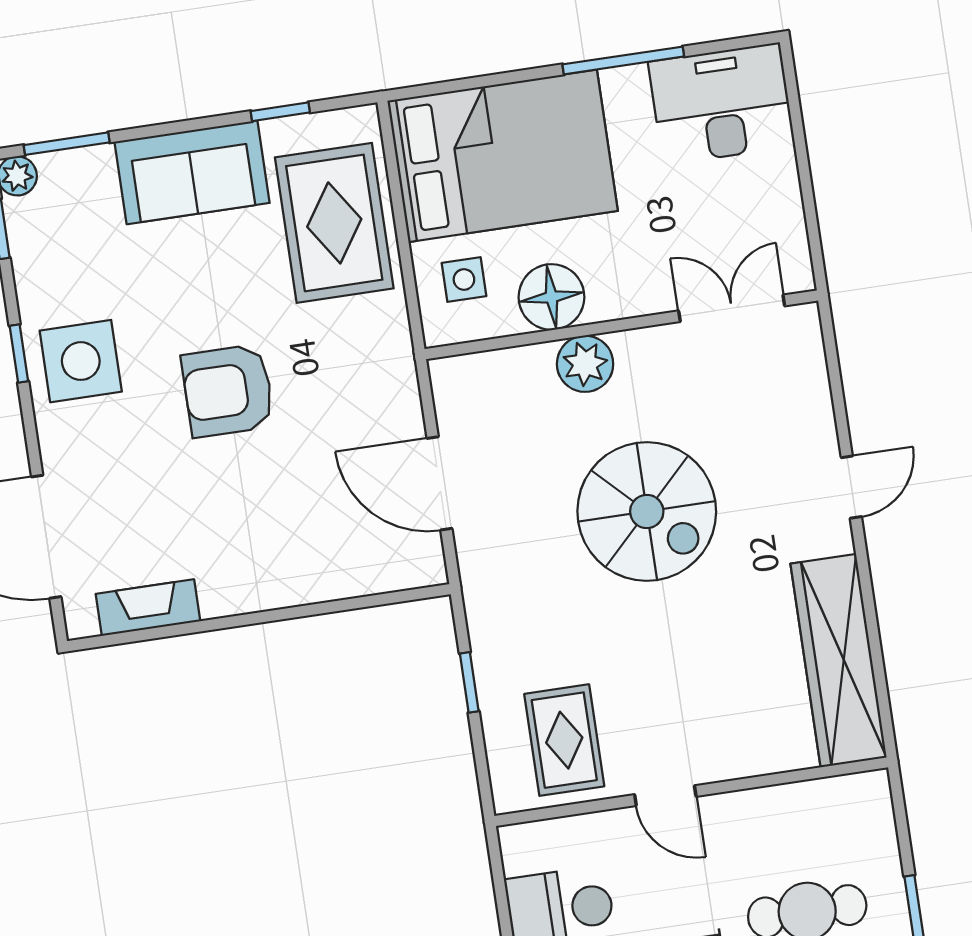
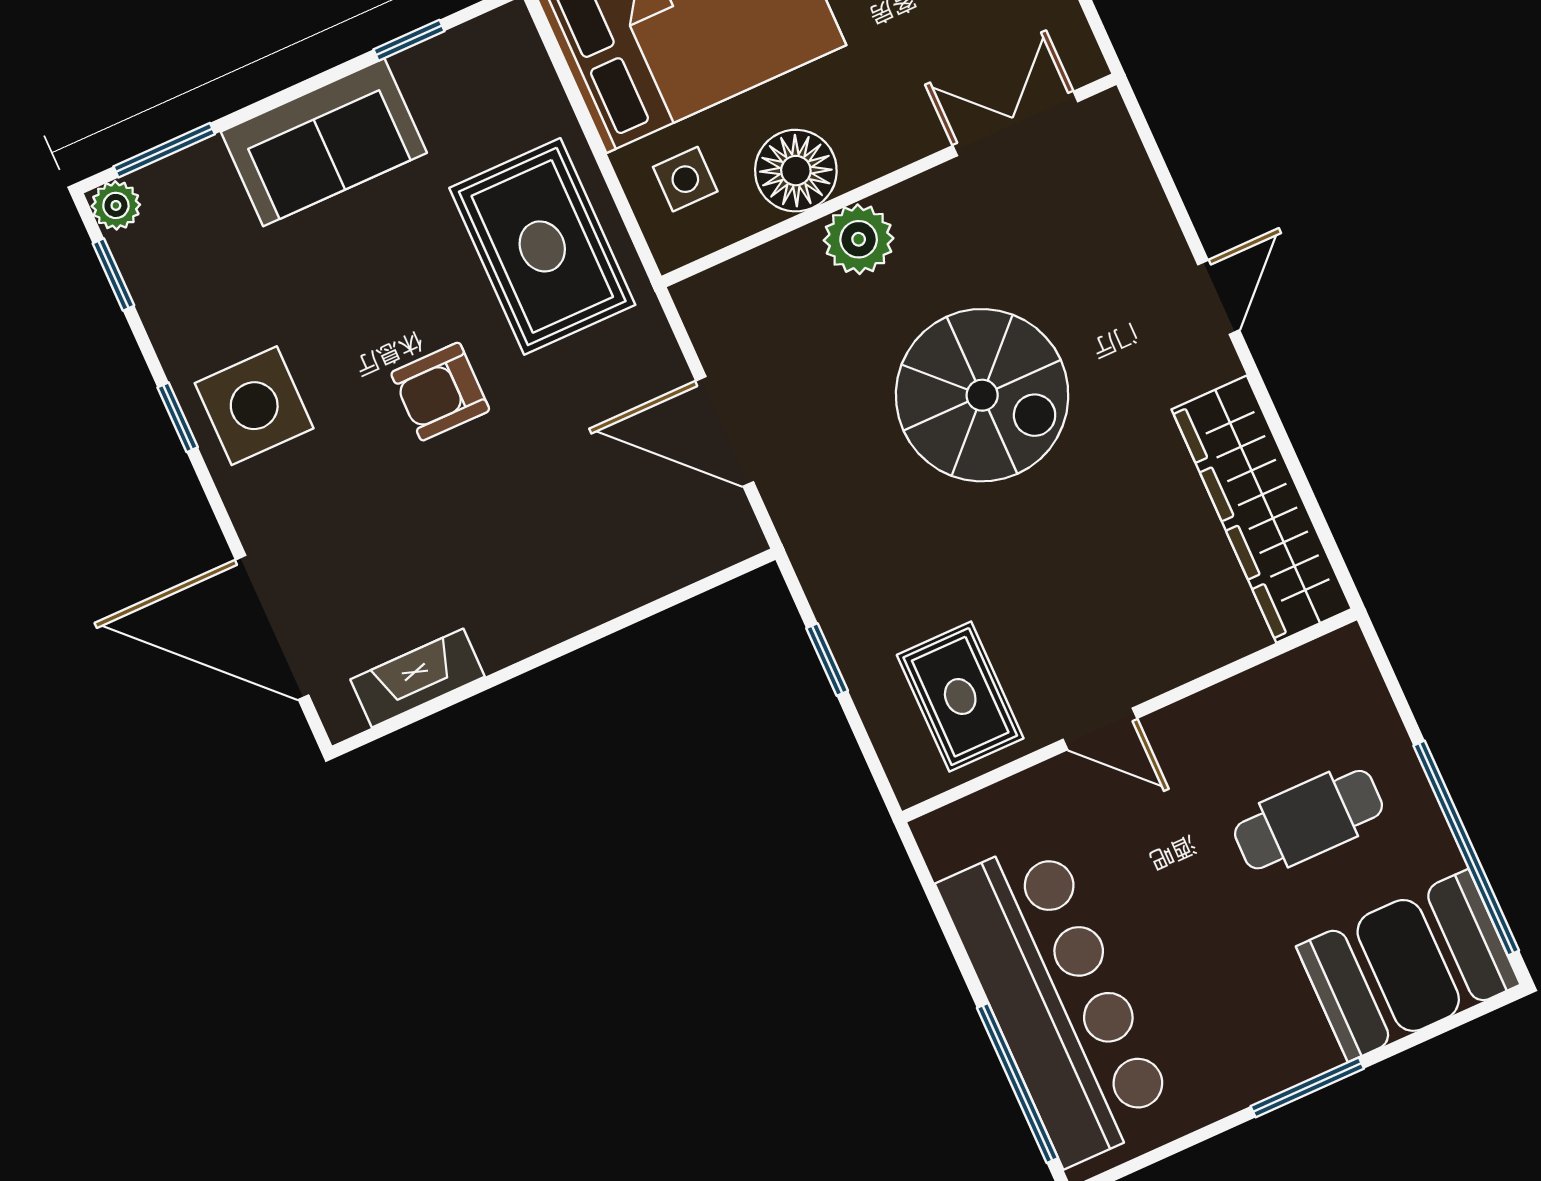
rug: (334, 223) -> (542, 246), moved
armchair: (228, 391) -> (440, 392), width x0.72, depth x0.72

